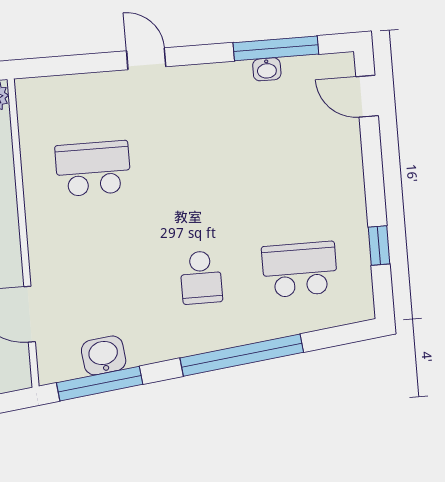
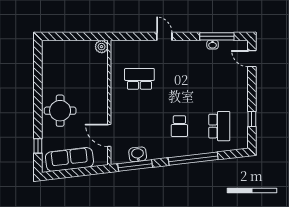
school desk: (300, 269) -> (219, 126), turned 90

